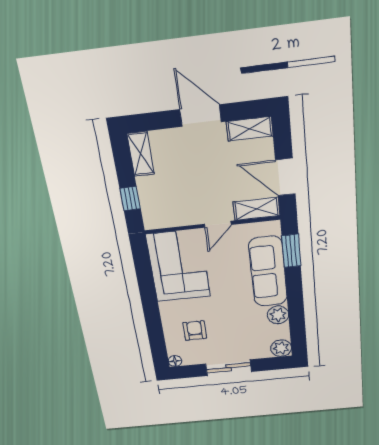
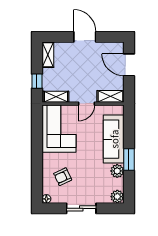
shelving: (250, 129) -> (56, 97), moved
door: (285, 177) -> (129, 65), moved
window: (291, 251) -> (129, 159), moved
armchair: (195, 331) -> (63, 177), turned -115

